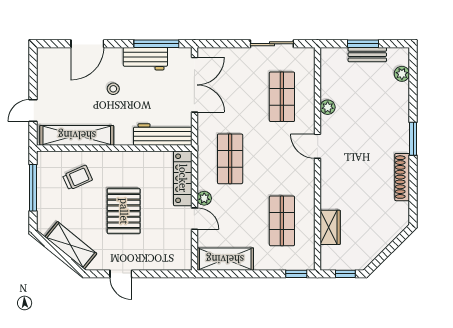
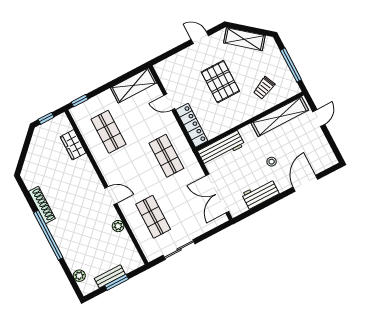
window: (156, 44) -> (258, 208), removed
window: (413, 139) -> (48, 235), width x2.11
plant: (204, 198) -> (170, 119), removed

